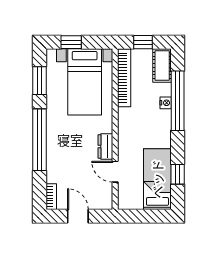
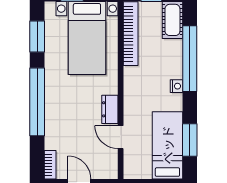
nightstand: (166, 103) -> (176, 86), moved
window: (178, 174) -> (190, 140), width x1.50

